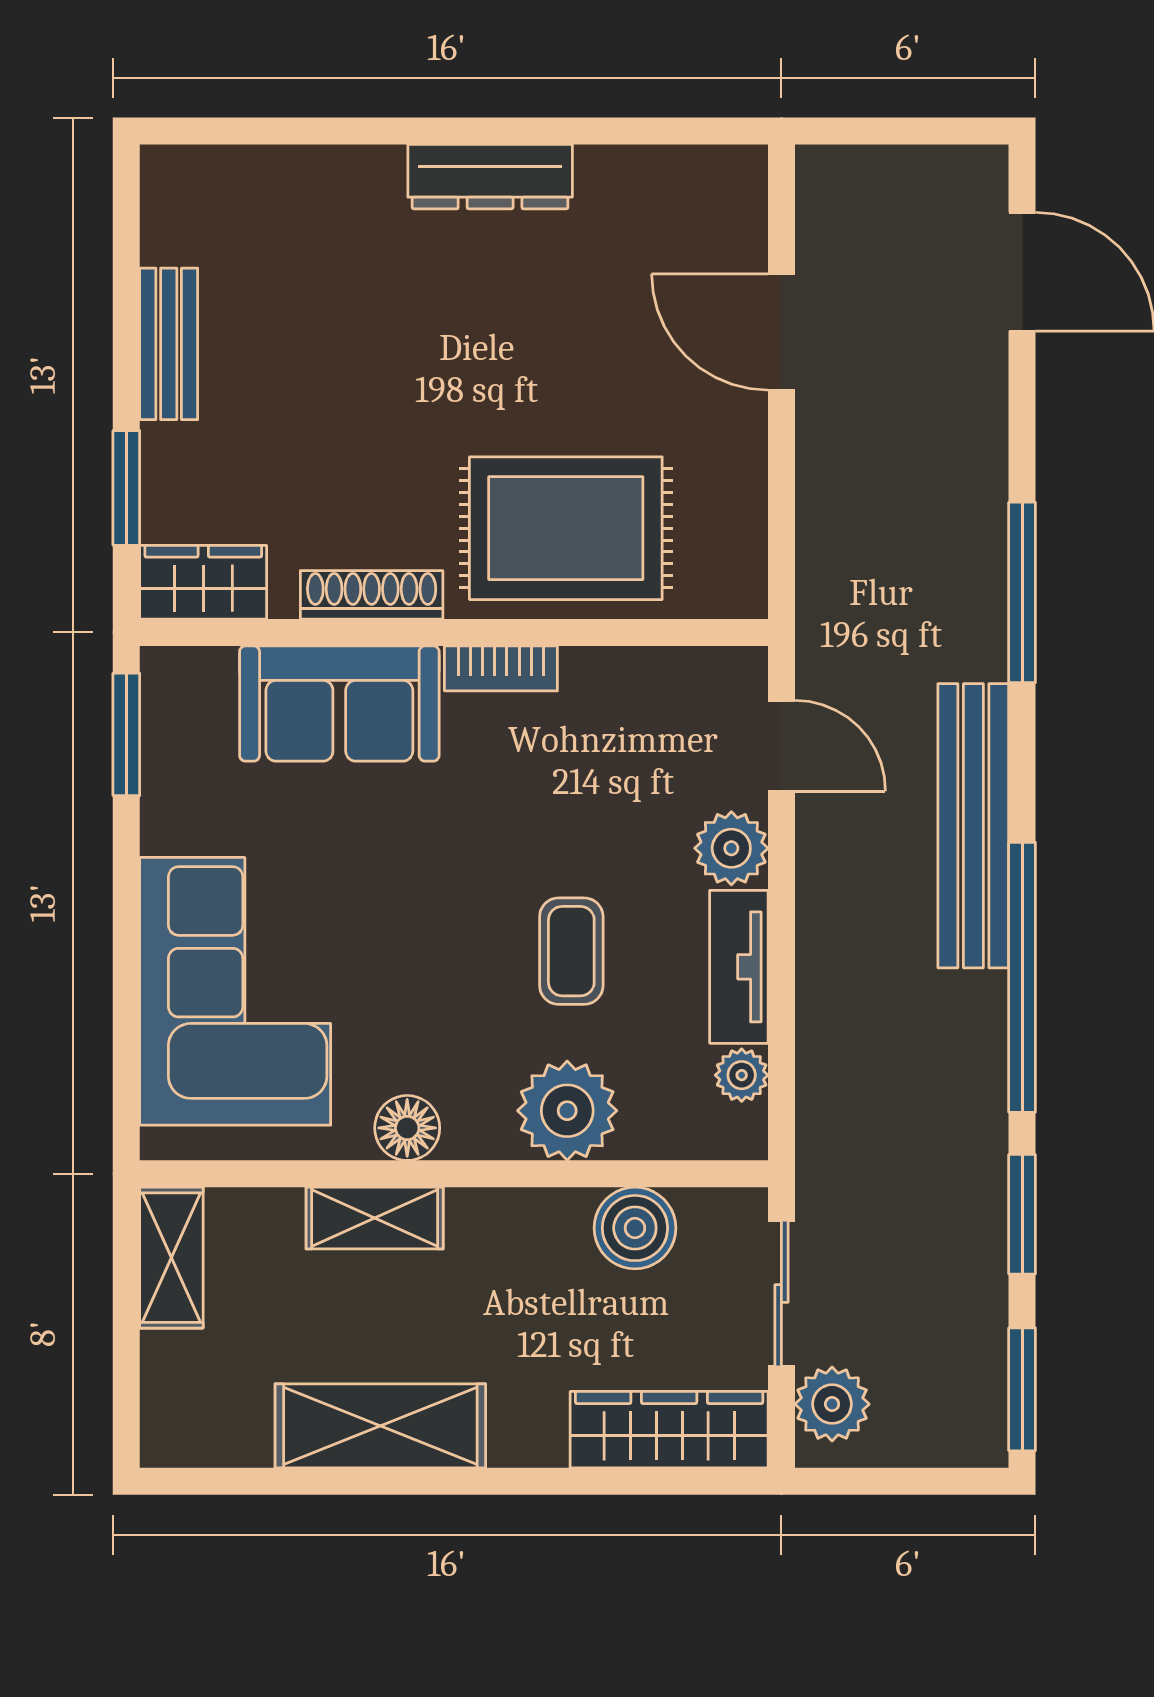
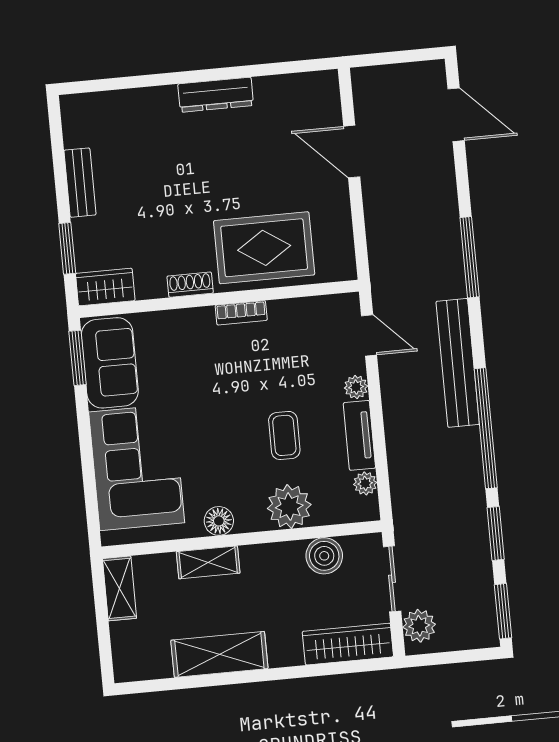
shoe rack: (372, 595) -> (190, 285), width x0.70
sofa: (339, 703) -> (110, 363), moved, turned -90
plant: (731, 848) -> (356, 387), width x0.73, depth x0.73

